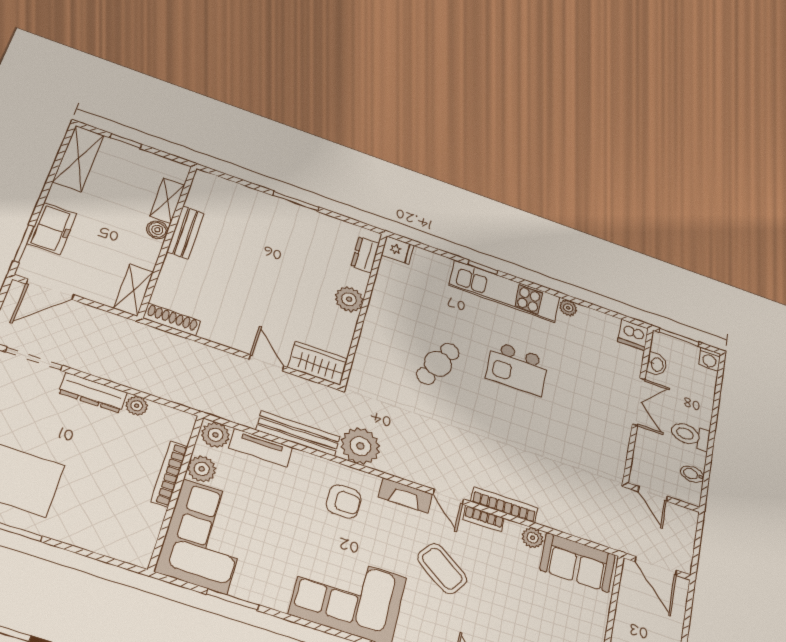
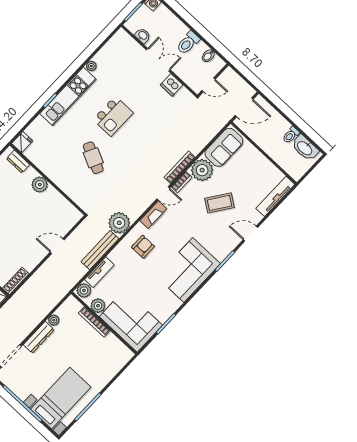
dishwasher: (633, 335) -> (171, 85), moved, turned 90
wardrobe: (318, 363) -> (68, 220), removed
plant: (533, 538) -> (202, 170), width x1.87, depth x1.87
coffee table: (442, 569) -> (220, 203), moved

